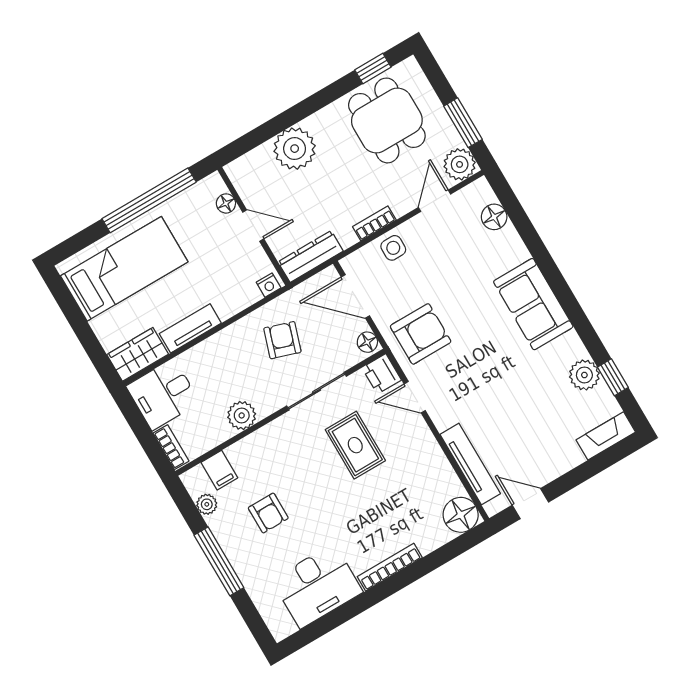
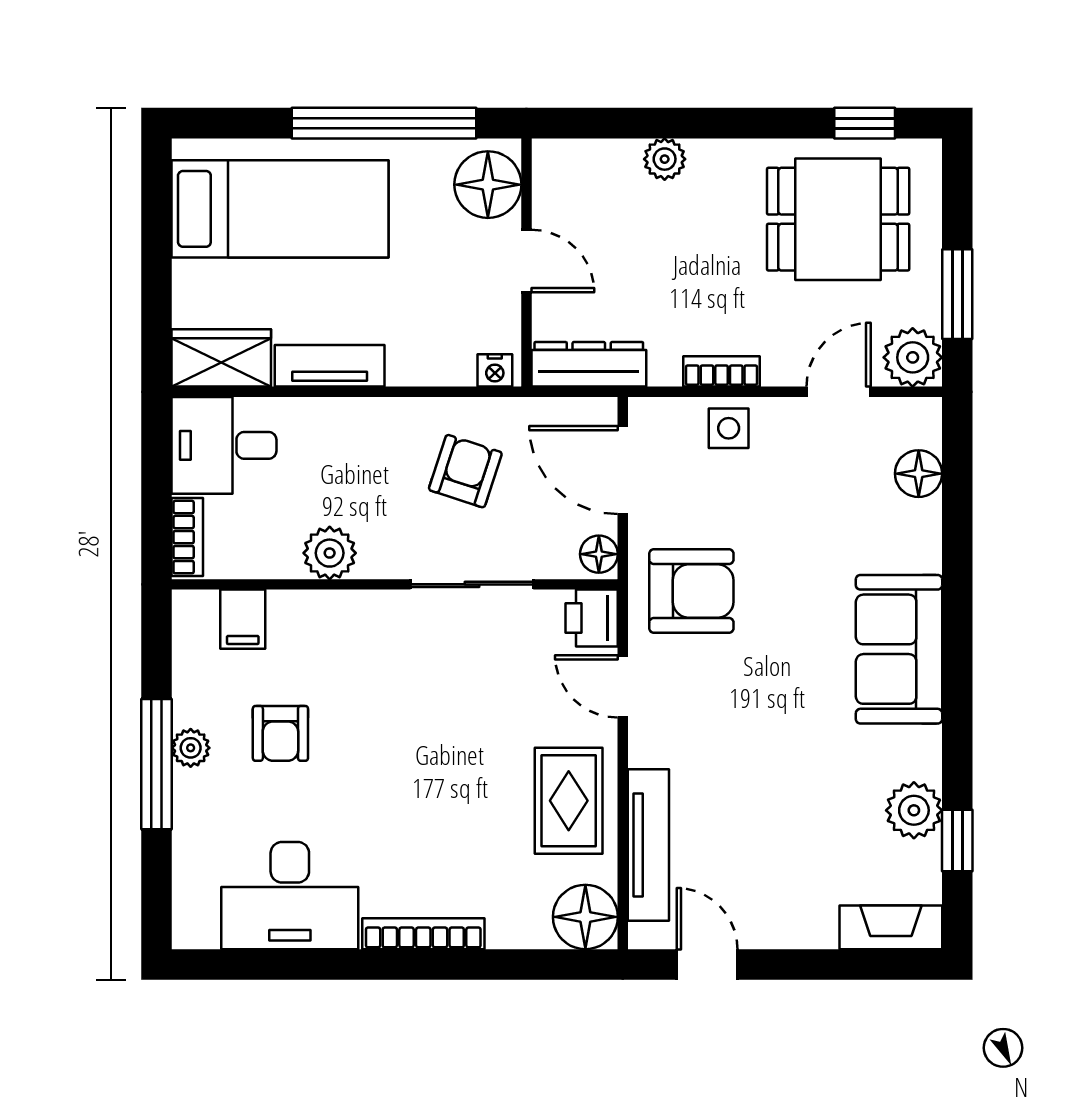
dining table: (387, 120) -> (838, 219), turned 90
plant: (295, 149) -> (665, 159), width x0.53, depth x0.53
floor lamp: (226, 203) -> (488, 185), width x1.89, depth x1.89
rug: (355, 445) -> (569, 801), moved
plant: (207, 504) -> (191, 748), moved

